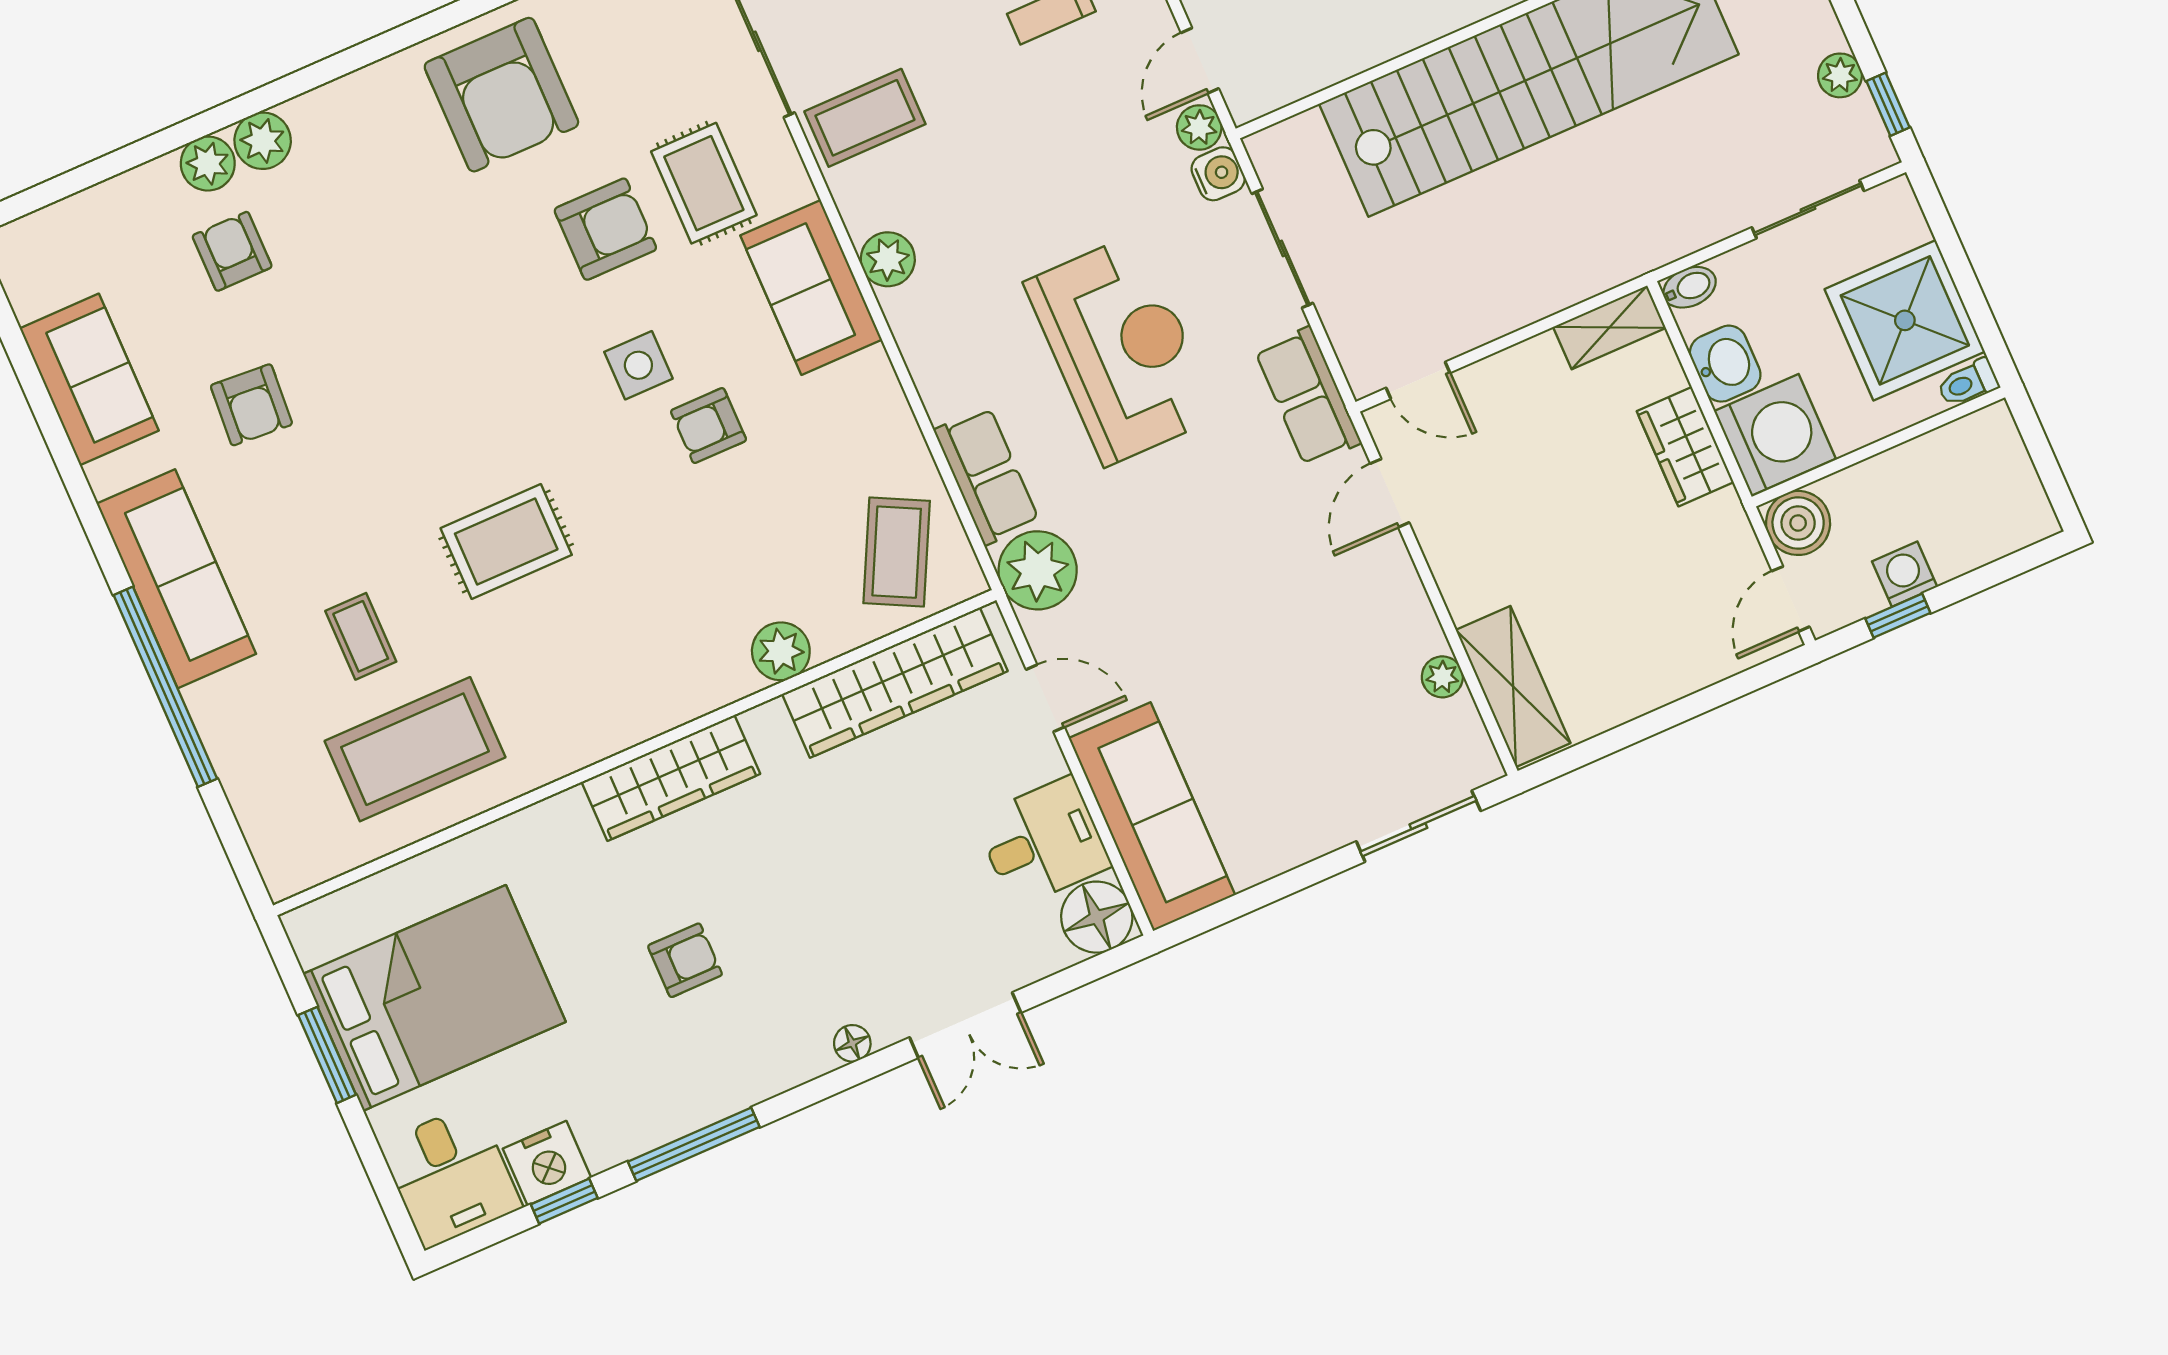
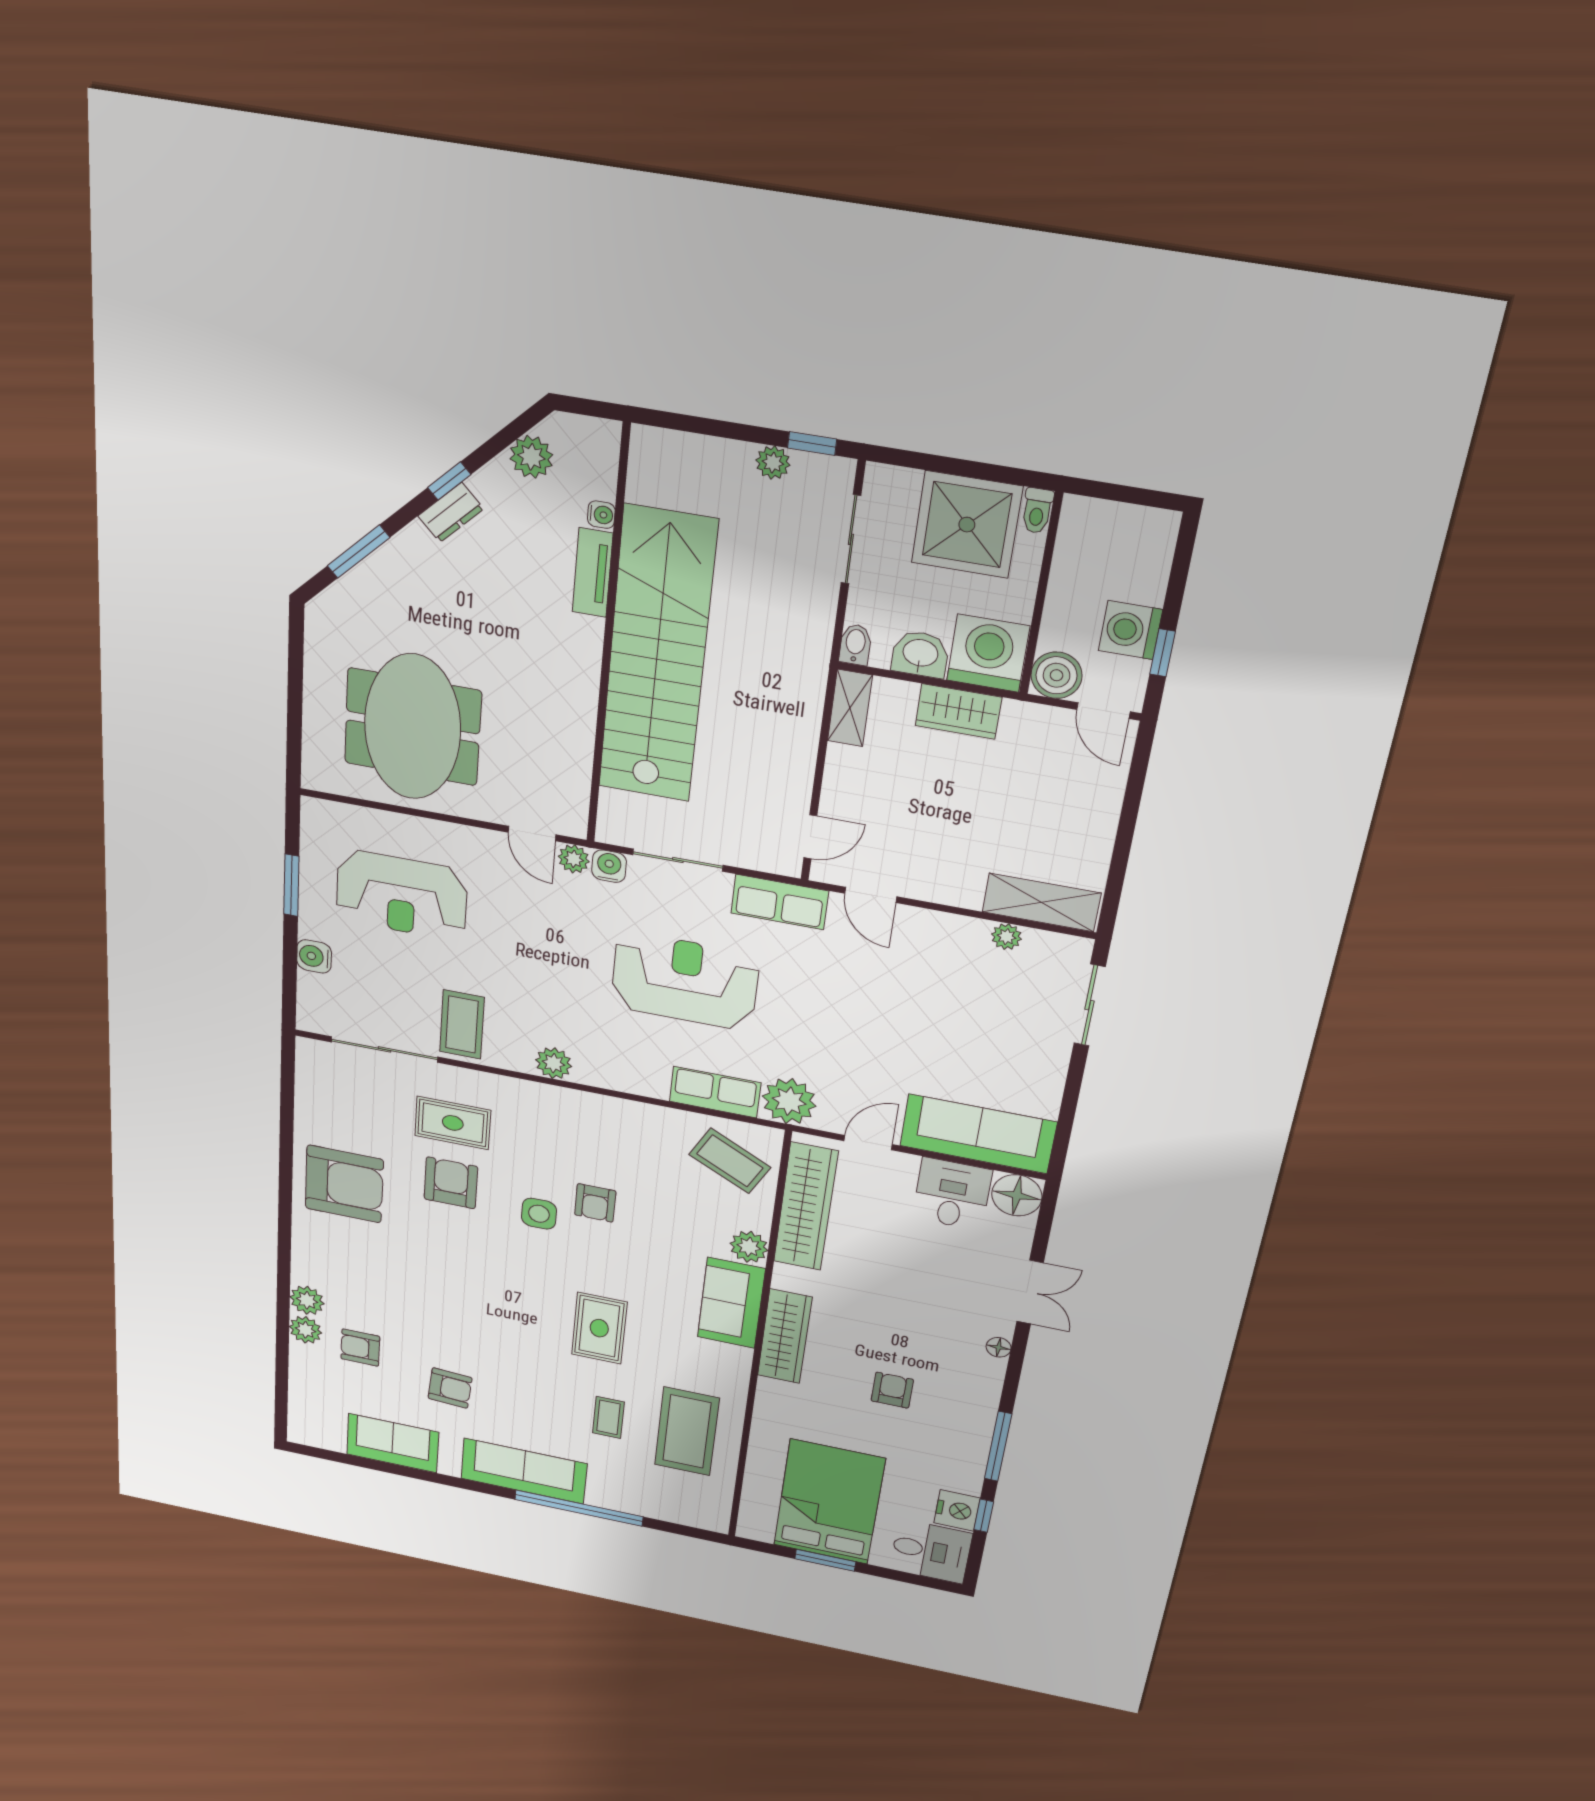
sofa: (811, 288) -> (731, 1303), moved, turned 90
washing machine: (1905, 574) -> (1130, 630), width x1.38, depth x1.38
coffee table: (361, 636) -> (608, 1417), turned 90

